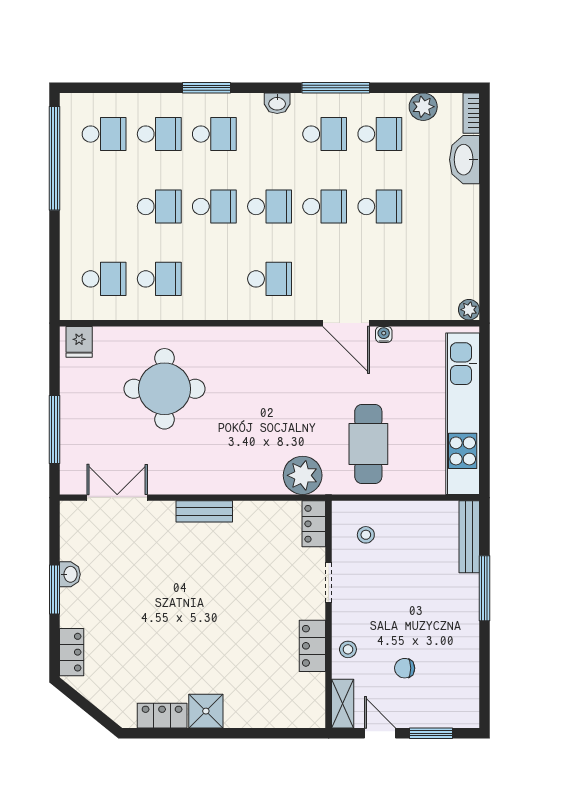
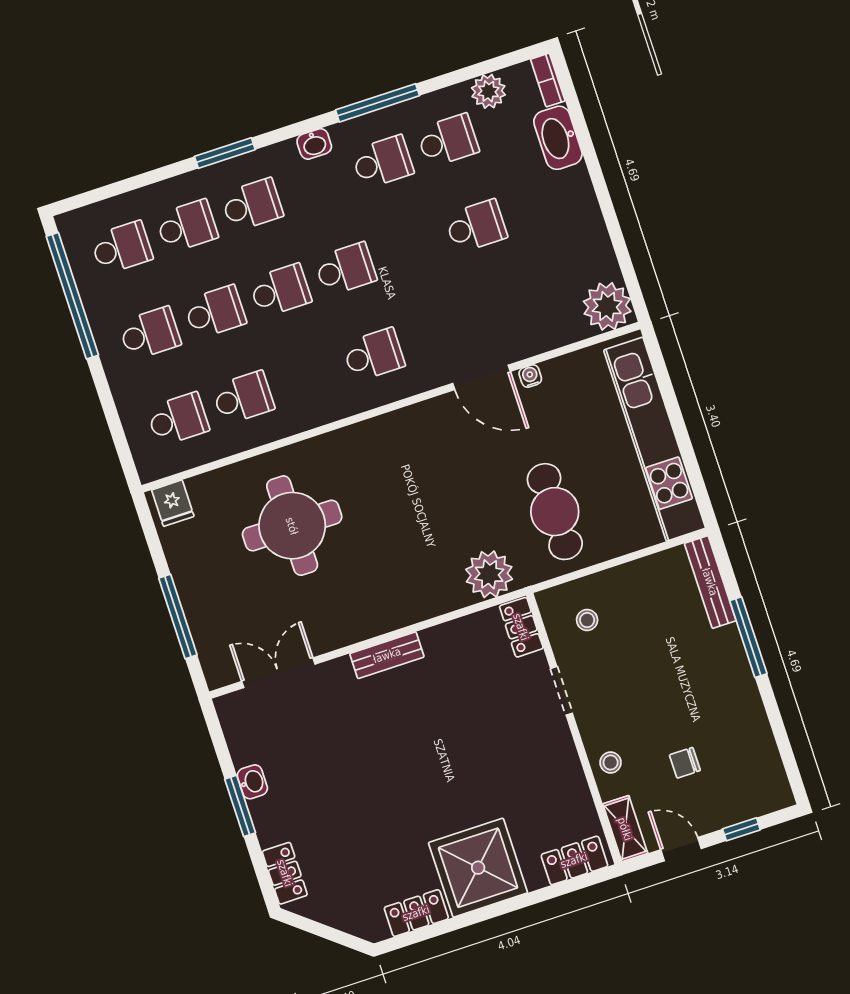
school desk: (325, 206) -> (150, 333), moved
plant: (469, 310) -> (607, 306), width x1.88, depth x1.88
locker: (312, 646) -> (574, 860), moved, turned 90
shower: (206, 711) -> (478, 868), width x1.86, depth x1.86
window: (431, 733) -> (741, 829), width x0.67

